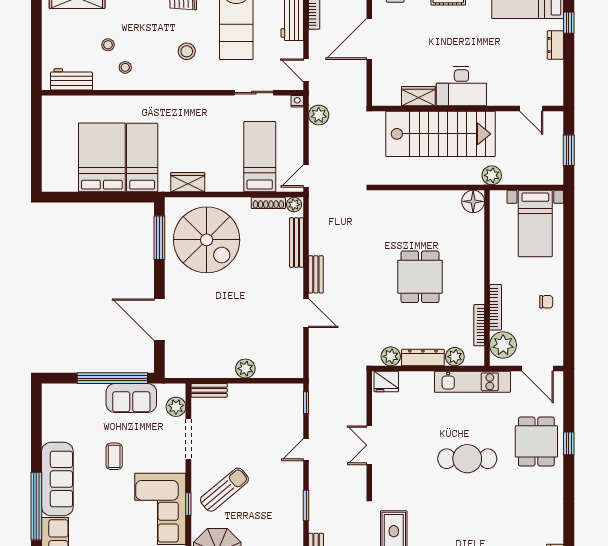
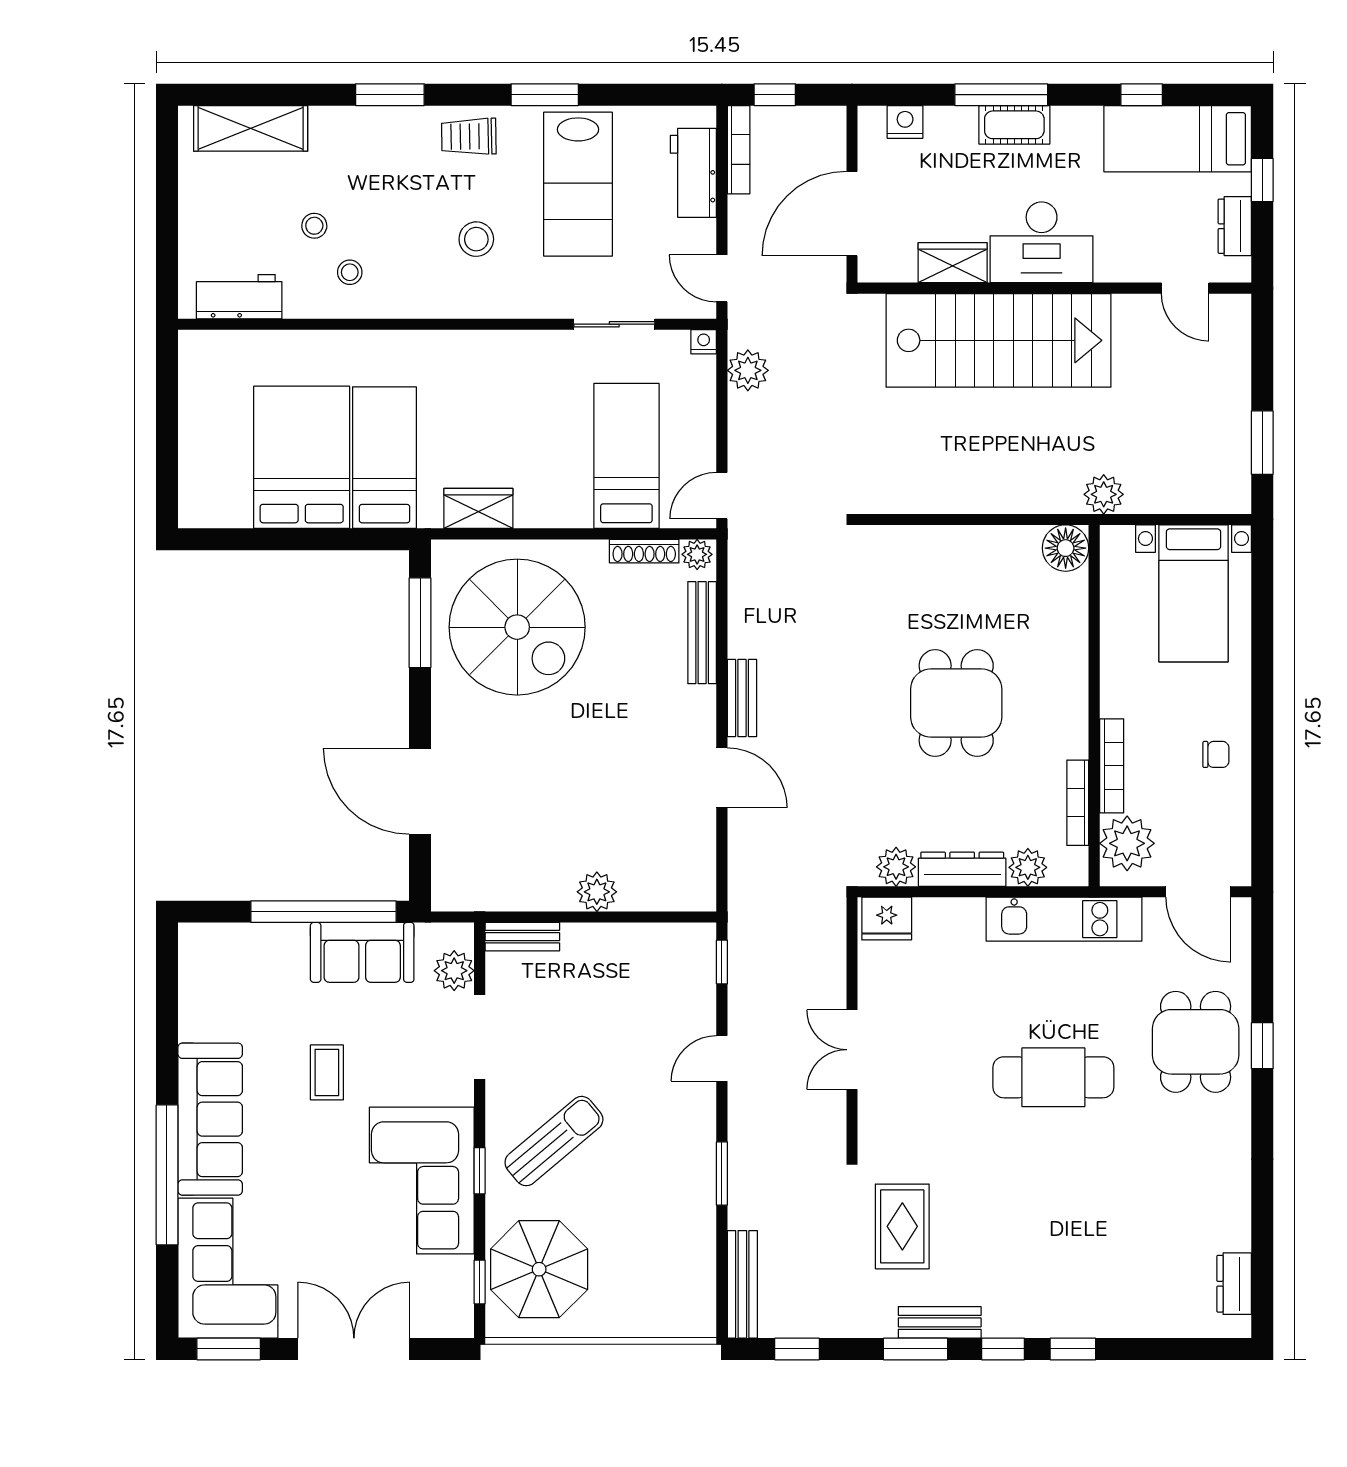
desk: (461, 86) -> (1042, 242), moved
wardrobe: (418, 96) -> (953, 263), moved
wall: (468, 108) -> (1054, 288), moved
door: (531, 108) -> (1185, 288), moved
stairs: (441, 134) -> (998, 340), moved

